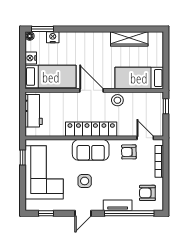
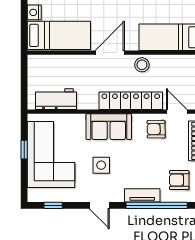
door: (92, 90) -> (110, 53), hinge flipped
workbench: (34, 111) -> (56, 99), moved, turned -90
locker: (91, 129) -> (131, 101), moved
window: (23, 157) -> (24, 150), moved
door: (83, 213) -> (99, 205), hinge flipped

